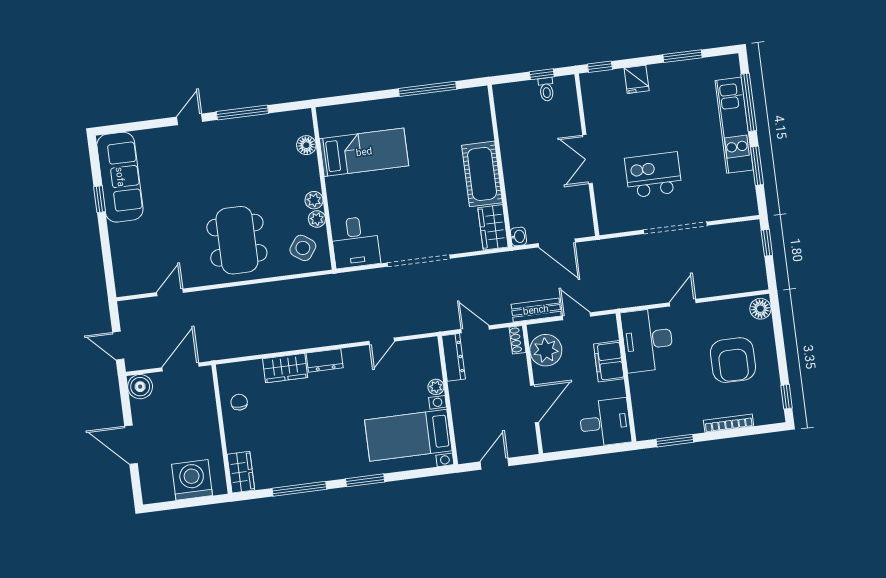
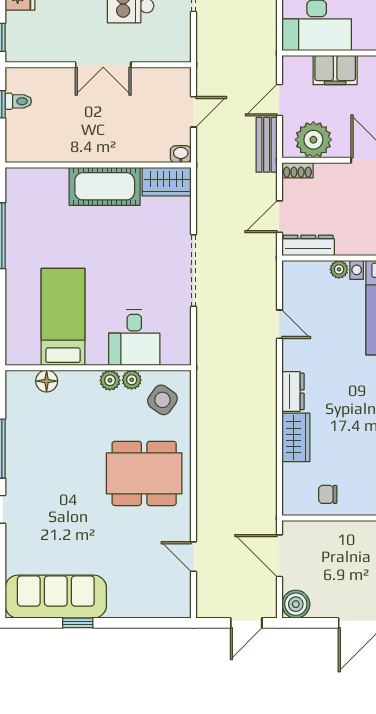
desk: (355, 242) -> (134, 338), moved, turned 90
door: (557, 243) -> (194, 112), width x0.73

